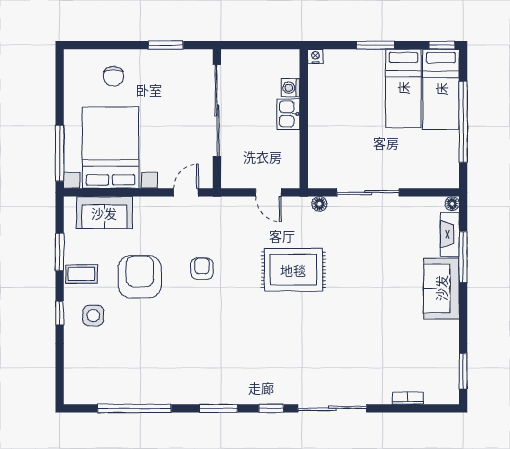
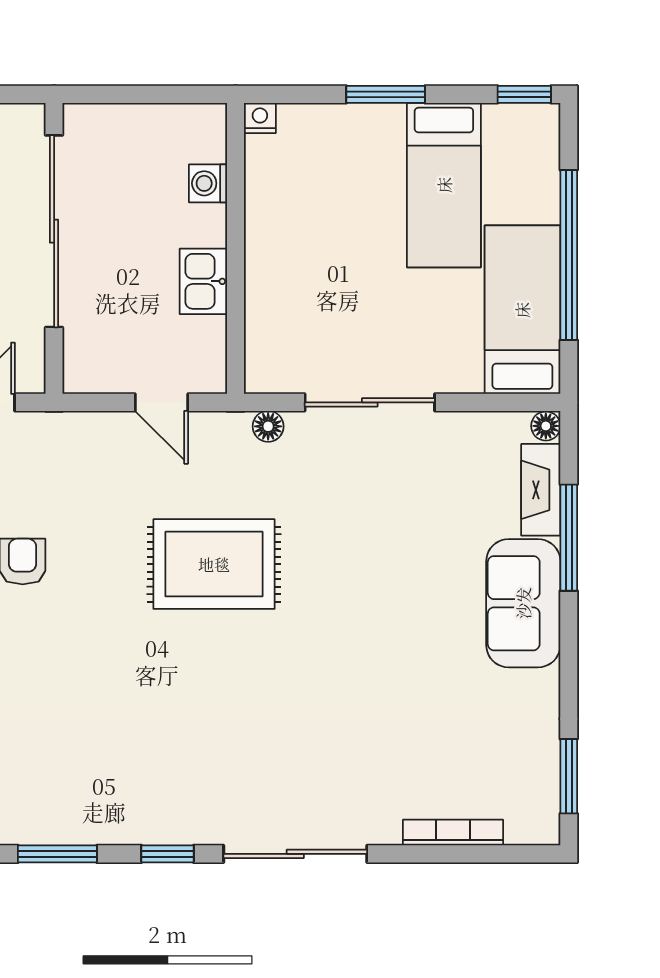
bed: (441, 89) -> (522, 310), moved, turned 180
kitchen sink: (288, 114) -> (203, 281), moved
bookcase: (408, 398) -> (453, 833), width x1.56

